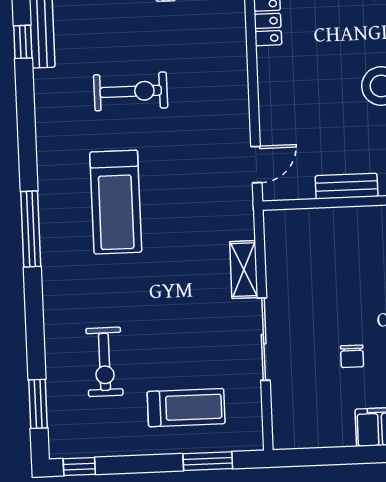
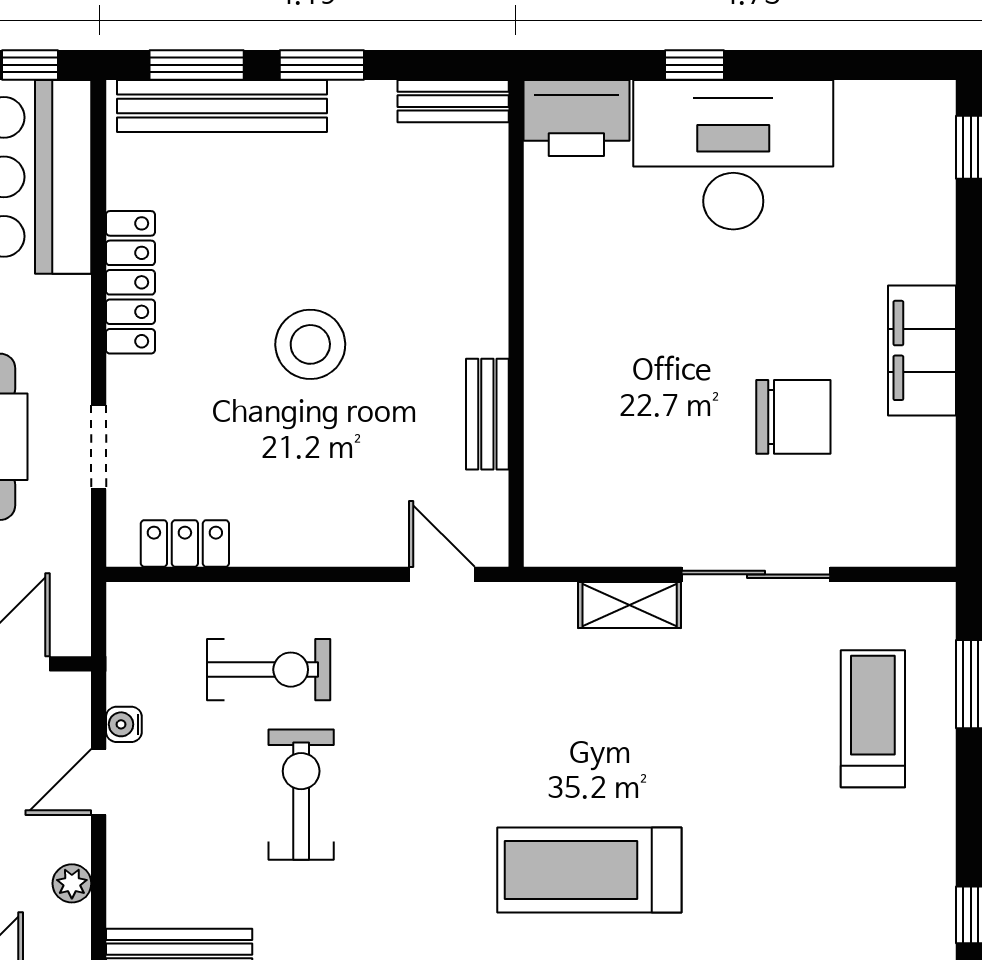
treadmill: (116, 202) -> (589, 870), moved, turned 180
chair: (352, 356) -> (793, 417), width x1.87, depth x1.87
exercise bike: (104, 362) -> (269, 670), moved

